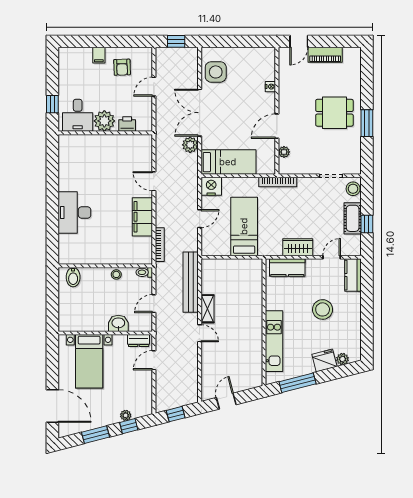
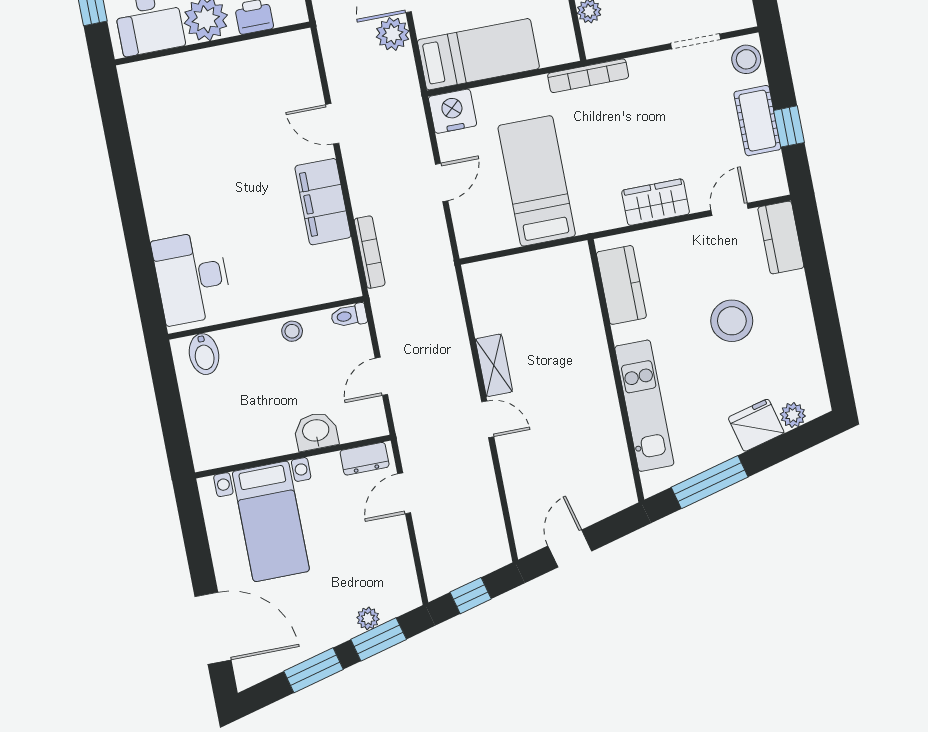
desk: (74, 213) -> (192, 278), moved
kitchen counter: (287, 268) -> (621, 285), moved, turned -90
bench: (191, 282) -> (449, 317), removed
window: (129, 426) -> (379, 639), width x1.50

